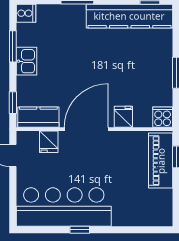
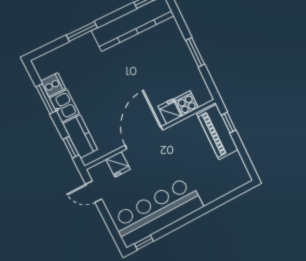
cooker: (26, 13) -> (53, 85), moved
kitchen counter: (38, 117) -> (80, 137), moved, turned 90
cooker: (163, 117) -> (186, 103), moved
window: (80, 230) -> (144, 242), moved

